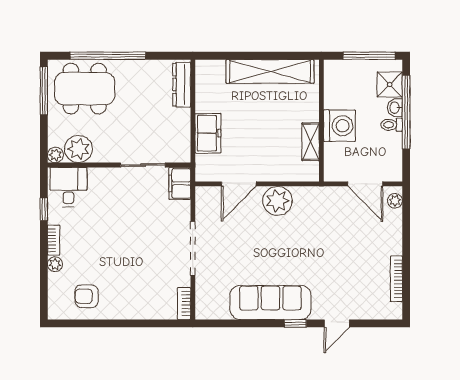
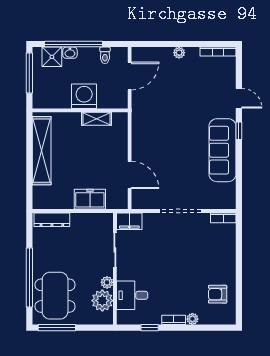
toilet: (392, 125) -> (105, 55), moved
plant: (55, 155) -> (107, 282), moved
desk: (68, 187) -> (132, 295), moved
plant: (277, 201) -> (143, 145), removed
plant: (395, 201) -> (179, 53), moved
bookcase: (396, 279) -> (218, 52), moved
armchair: (87, 296) -> (218, 294), turned 90

